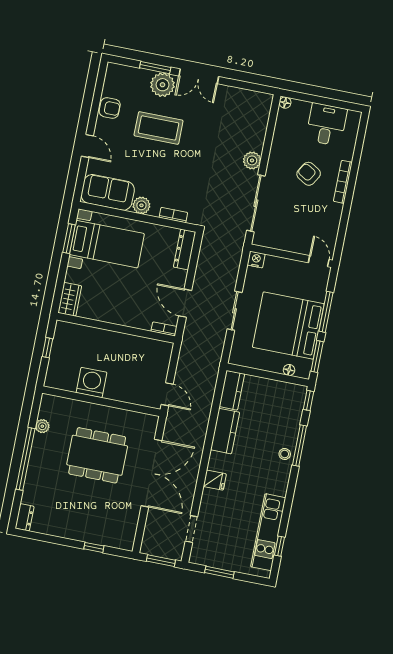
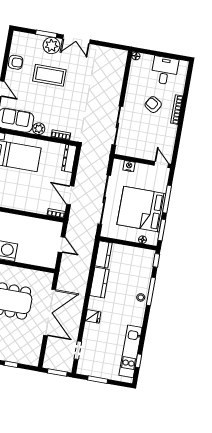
plant: (252, 160) -> (114, 96), removed
nightstand: (256, 260) -> (129, 166), moved
sliding door: (235, 311) -> (104, 200), width x1.86
door: (167, 394) -> (62, 245), moved

